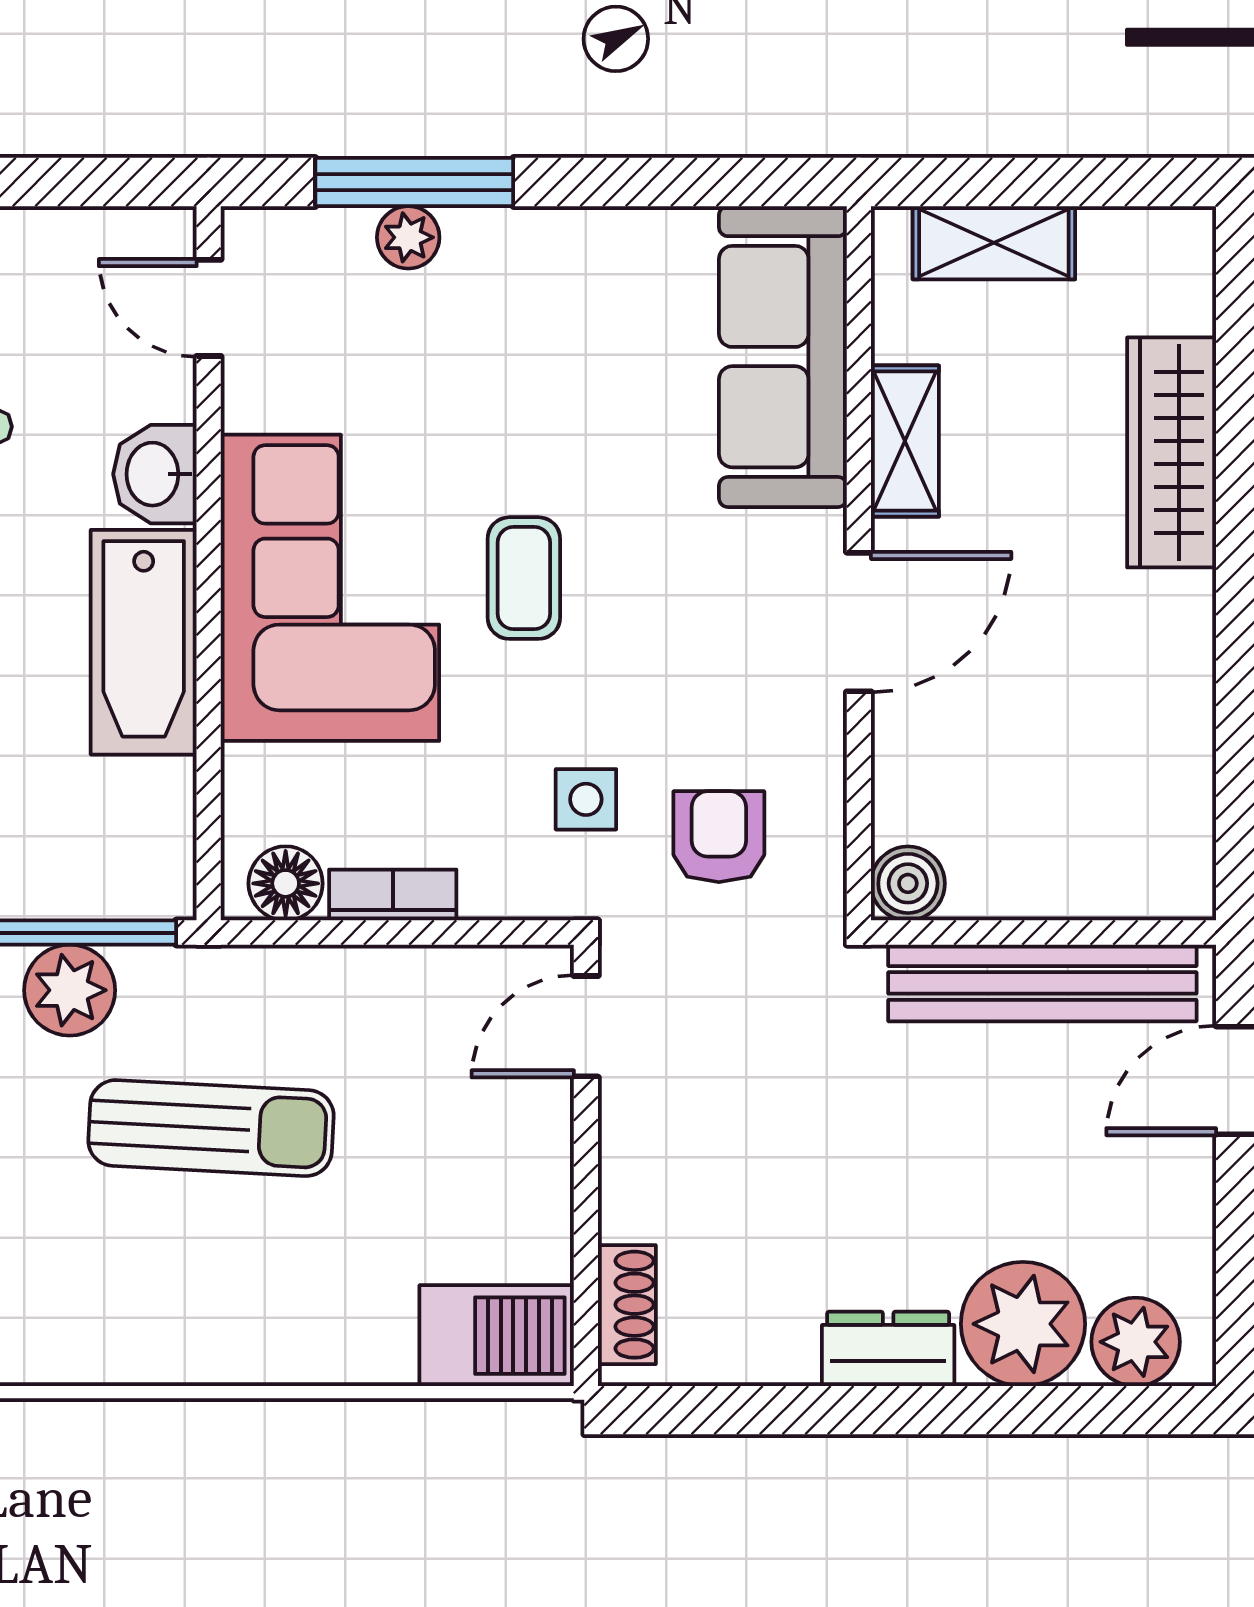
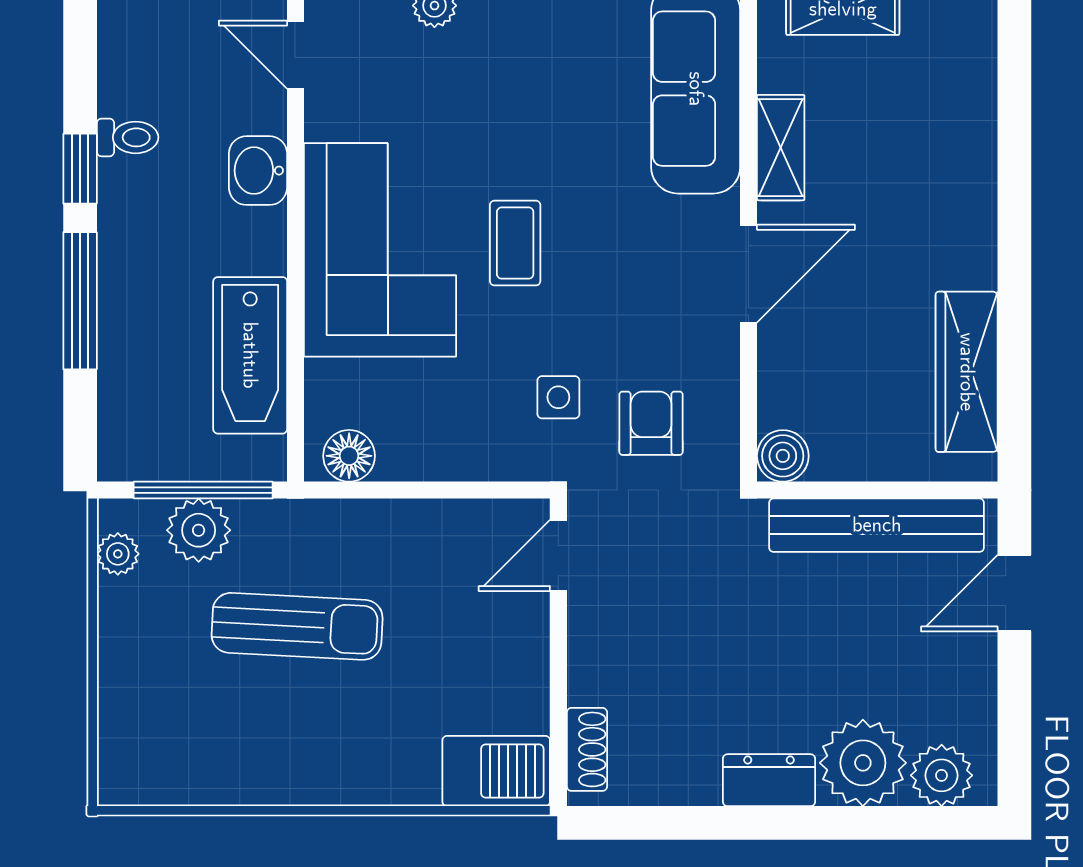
wardrobe: (1172, 452) -> (967, 372), moved
bathtub: (144, 642) -> (250, 355), moved
bookcase: (393, 895) -> (424, 464), removed

